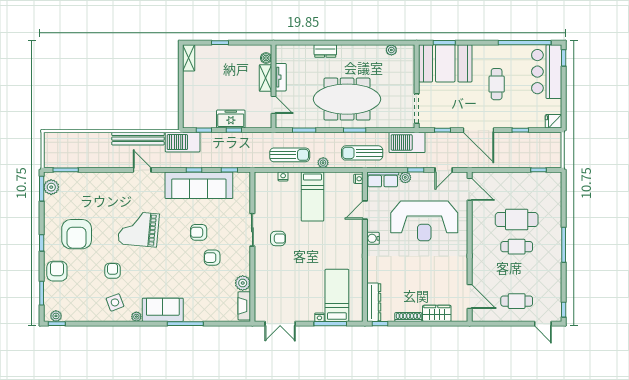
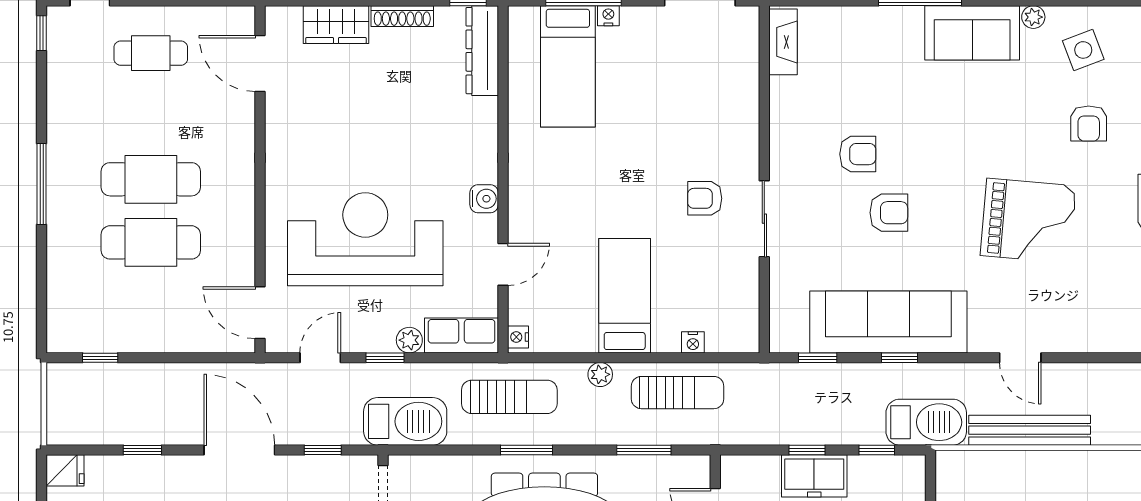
sun lounger: (290, 155) -> (678, 393), turned 180
cafe table: (517, 247) -> (151, 179), width x1.37, depth x1.35
plant: (243, 283) -> (787, 95), removed

